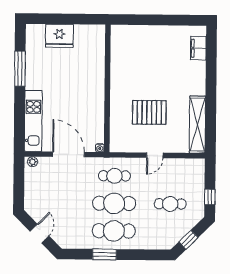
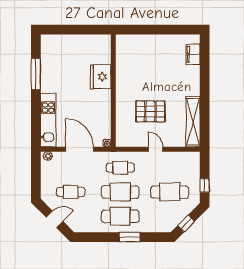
fridge: (59, 36) -> (101, 77), moved, turned 90
door: (155, 155) -> (156, 149), swing flipped
cafe table: (58, 203) -> (71, 192), added
cafe table: (170, 204) -> (170, 192), width x1.37, depth x1.35
door: (39, 234) -> (55, 219), hinge flipped
window: (104, 254) -> (130, 237), moved

